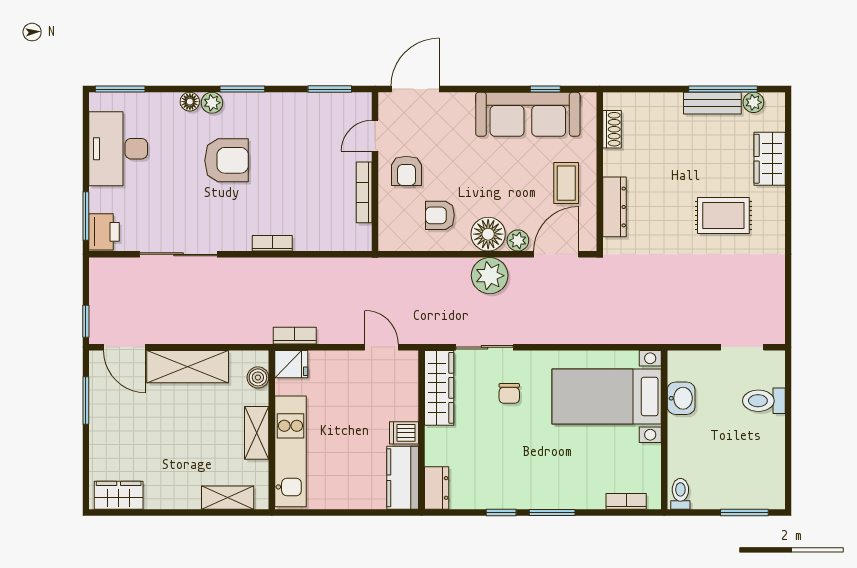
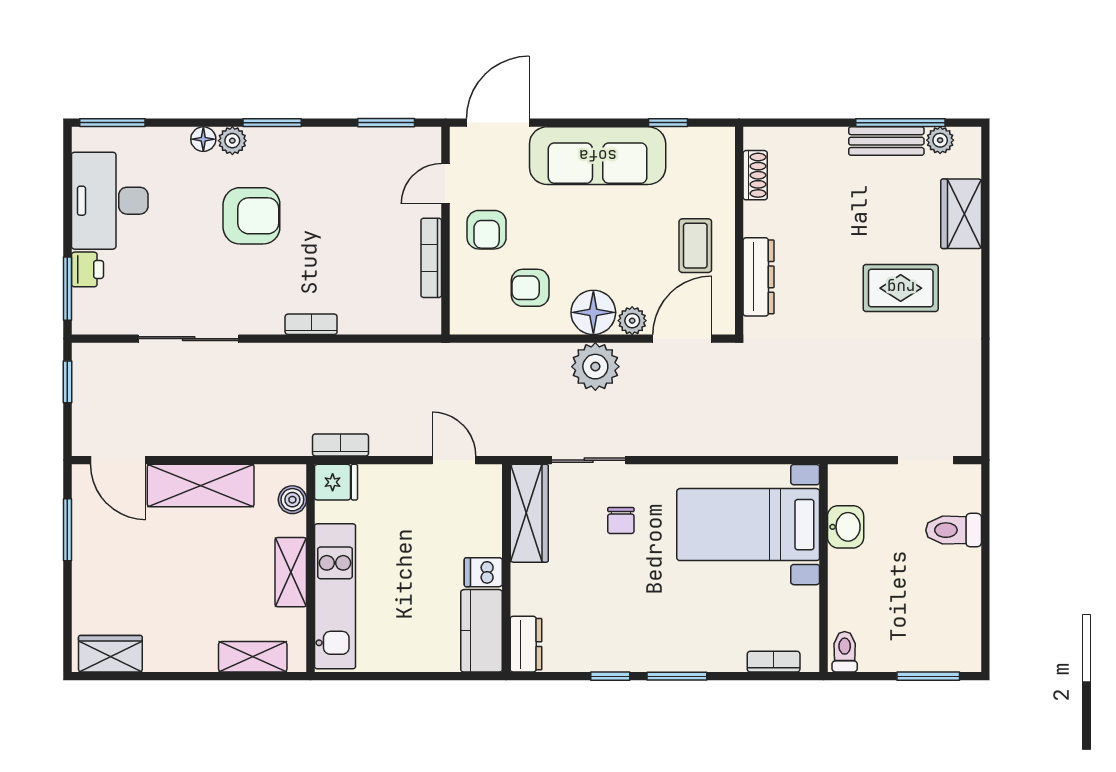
sofa: (528, 114) -> (598, 156), moved
printer: (104, 232) -> (87, 269), moved, width x0.73, depth x0.81
window: (86, 321) -> (67, 382), moved

